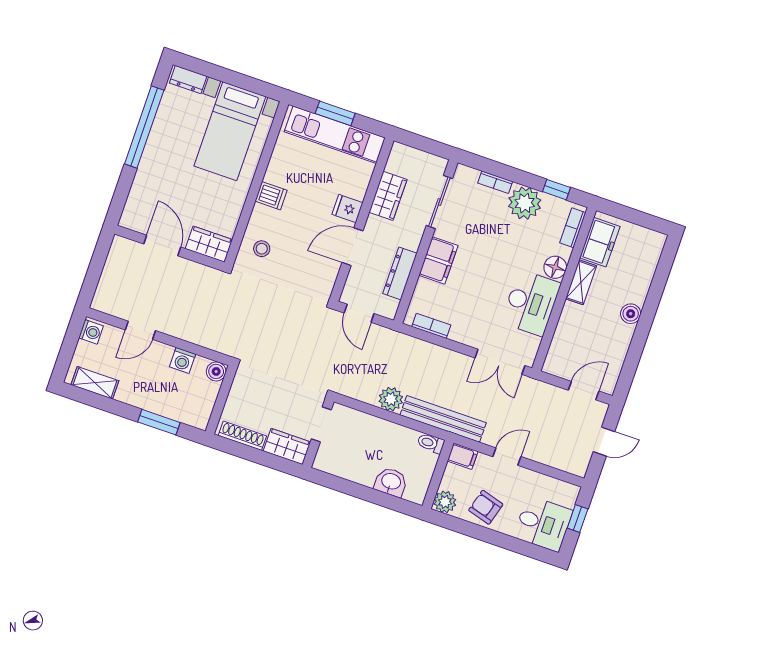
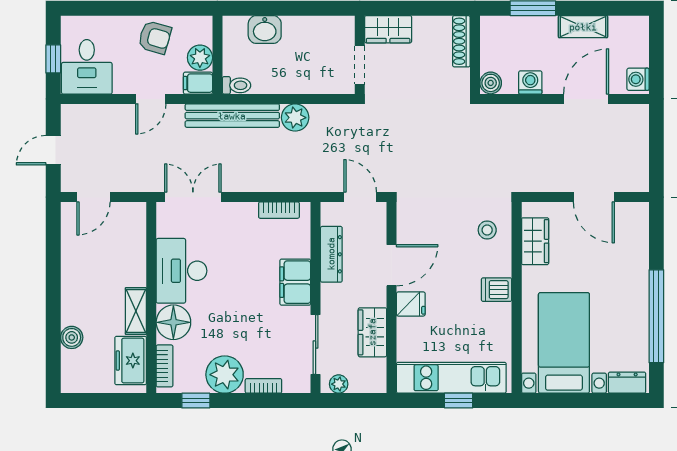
window: (335, 113) -> (459, 401), width x0.67
plant: (431, 162) -> (339, 384), added
wardrobe: (209, 244) -> (535, 241), moved, turned -90
floor lamp: (555, 267) -> (173, 322), width x1.38, depth x1.38
boiler: (631, 314) -> (72, 337), moved
door: (140, 330) -> (586, 99), width x1.38
shelving: (95, 383) -> (583, 27), moved
shoe rack: (242, 436) -> (461, 41), moved, turned 90
plant: (445, 502) -> (200, 58), moved
desk: (543, 524) -> (87, 67), moved, turned -90

